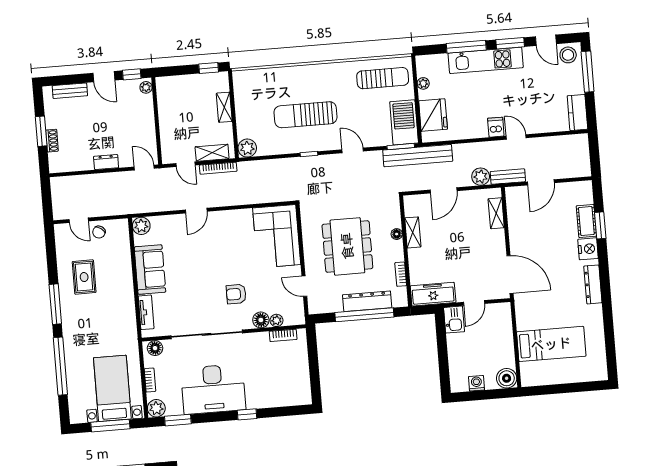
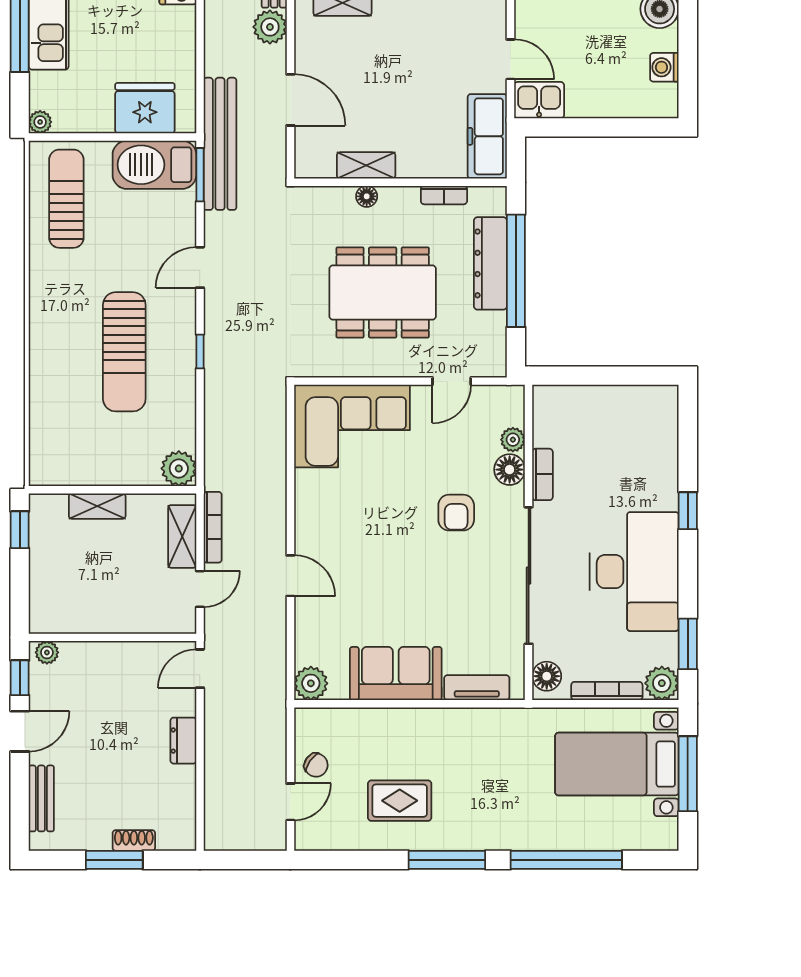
plant: (423, 83) -> (40, 122), moved
bookcase: (283, 335) -> (542, 474), moved
bookcase: (150, 380) -> (607, 691), width x1.56

